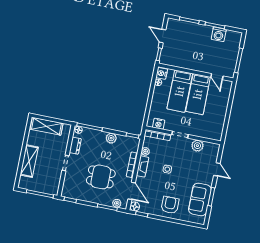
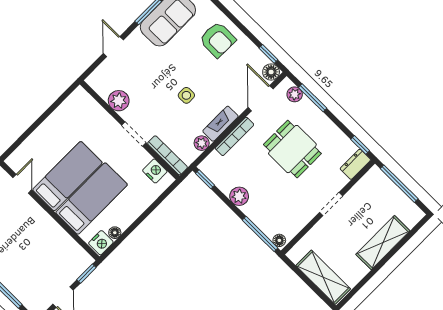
dresser: (75, 146) -> (355, 164), moved
armchair: (170, 205) -> (218, 40), turned -89

